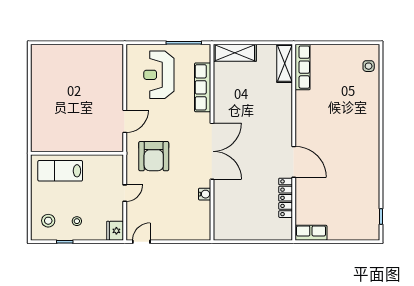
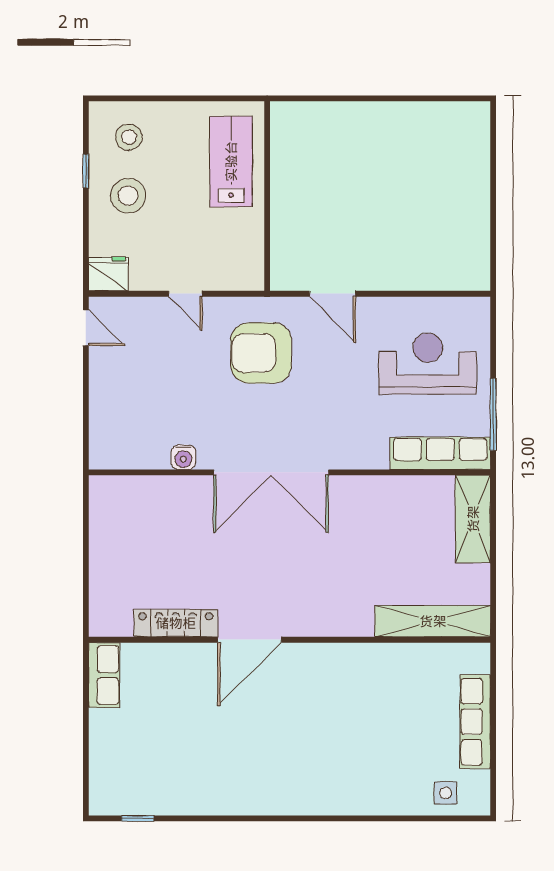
shelving: (285, 63) -> (433, 621), width x1.47
row of seats: (302, 67) -> (475, 722), moved, turned 90
row of seats: (203, 87) -> (440, 453), moved
stool: (77, 221) -> (128, 196), width x1.89, depth x1.89

